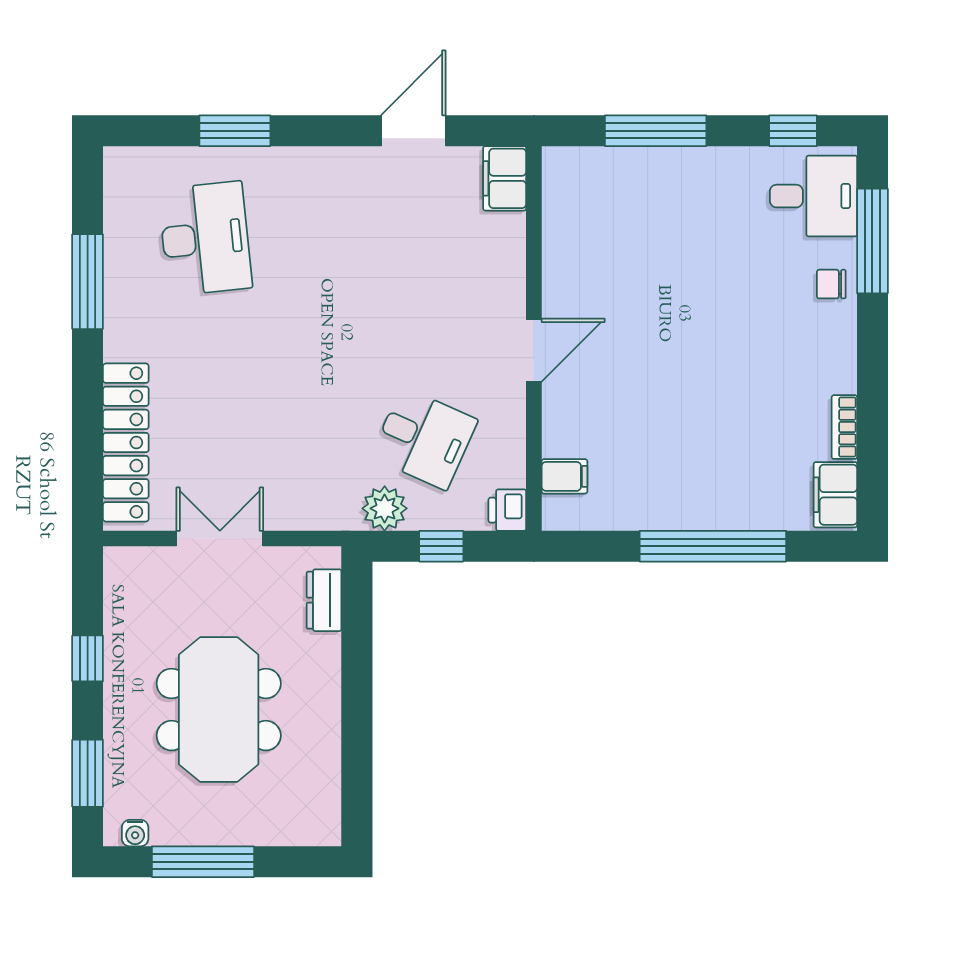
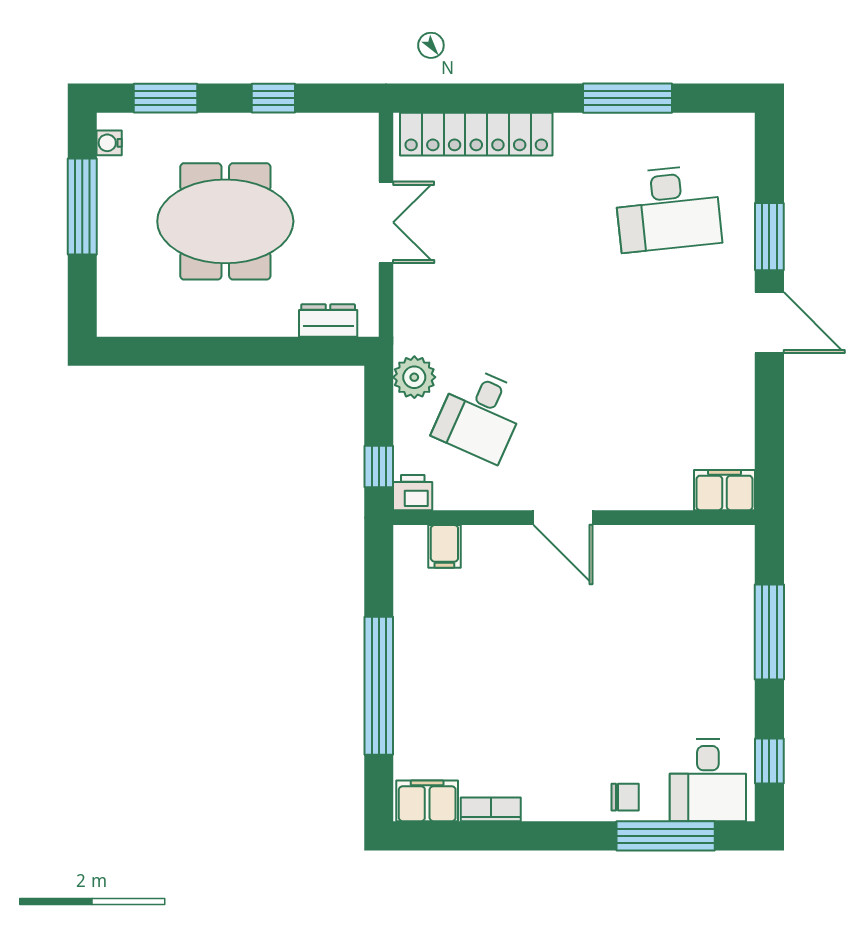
door: (413, 131) -> (769, 323), moved
chair: (831, 284) -> (625, 797), turned 90
window: (441, 546) -> (379, 466), moved

